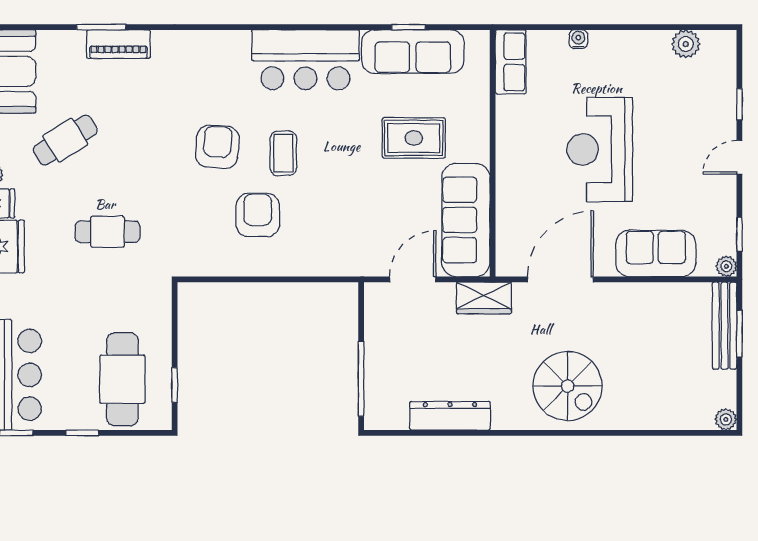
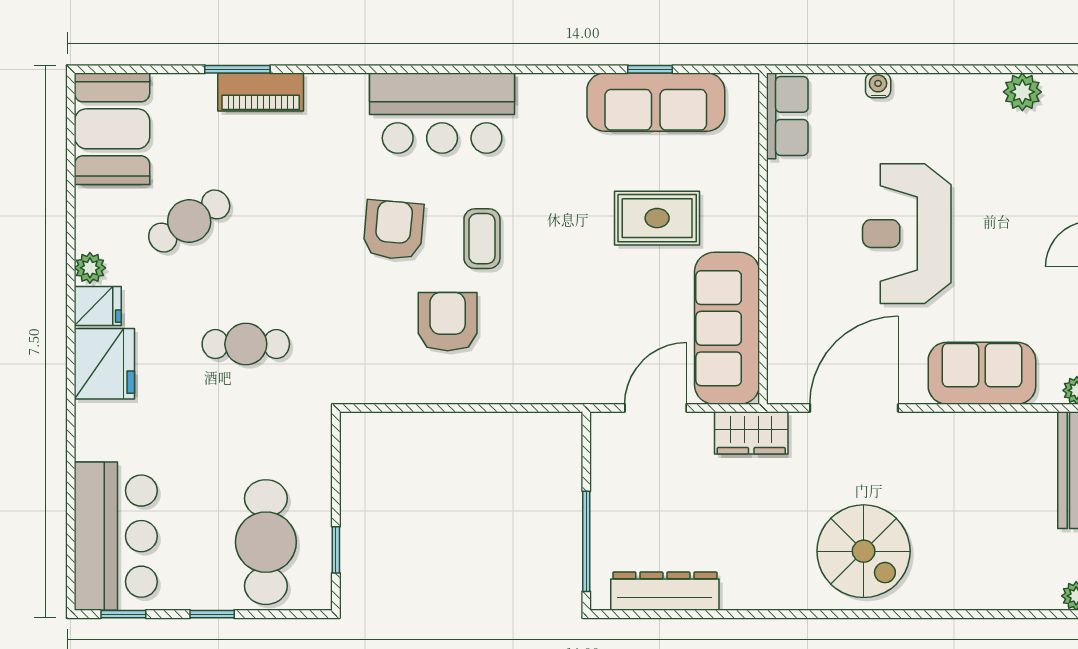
bar counter: (305, 60) -> (442, 113), moved
dresser: (450, 416) -> (665, 591), moved

